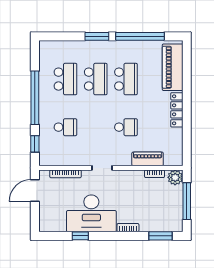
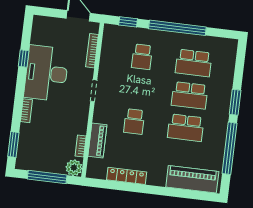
locker: (177, 110) -> (127, 176), moved

